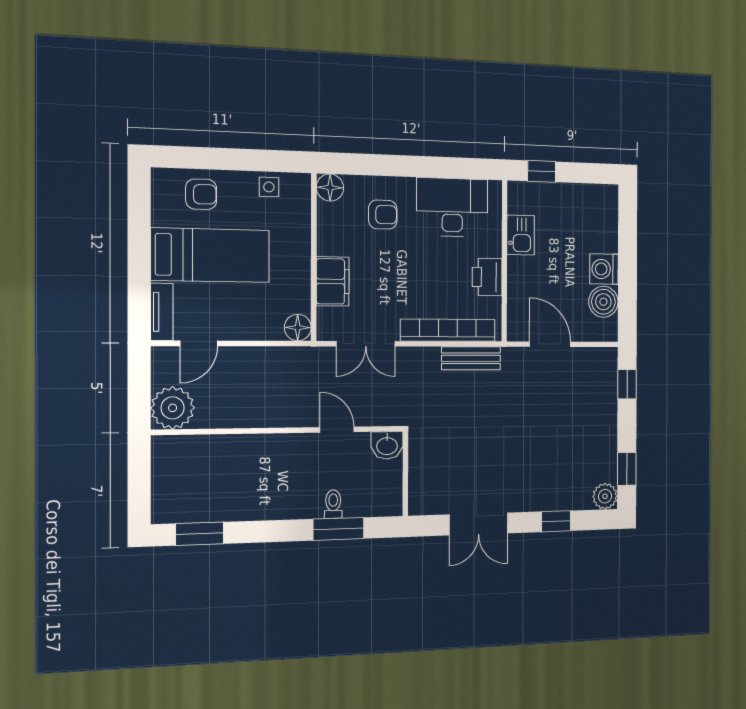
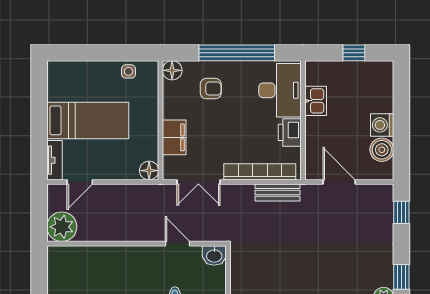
window: (418, 167) -> (237, 53), added
window: (542, 171) -> (354, 53), moved
armchair: (201, 194) -> (81, 78), removed
desk: (452, 207) -> (280, 90), moved, turned 90

